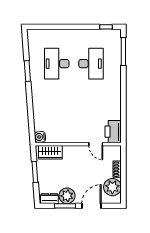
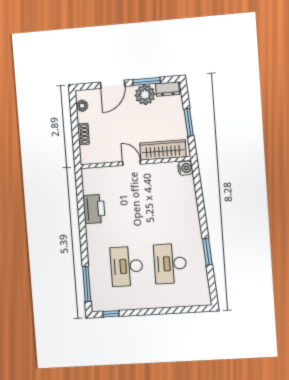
desk: (57, 64) -> (170, 264), turned 180
printer: (113, 132) -> (94, 209), moved
door: (96, 144) -> (132, 163), moved
wardrobe: (50, 152) -> (163, 150), width x1.50
plant: (112, 187) -> (82, 106), width x0.53, depth x0.53

